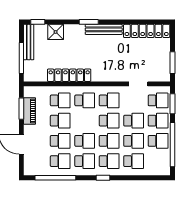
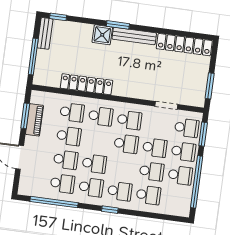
shower: (56, 32) -> (102, 35), moved
bench: (29, 42) -> (45, 33), width x0.73
school desk: (109, 141) -> (123, 167), removed

